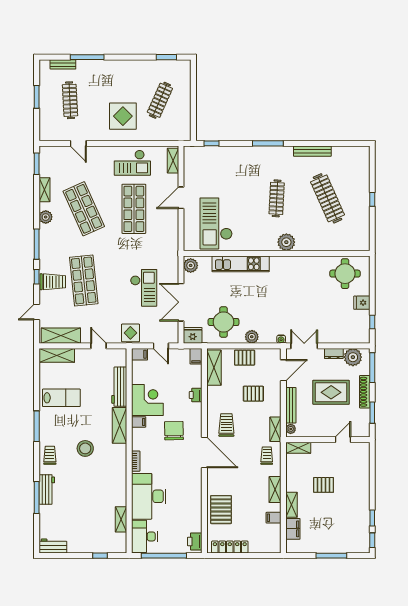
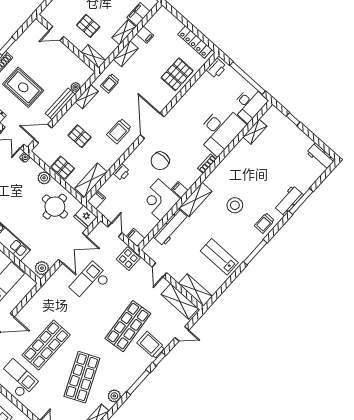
wall: (328, 440) -> (67, 43), moved
door: (343, 440) -> (56, 34), moved
shelving: (298, 448) -> (93, 56), moved

